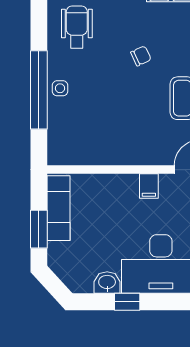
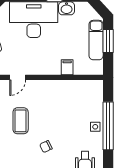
filing cabinet: (149, 186) -> (67, 67), moved
exam couch: (59, 208) -> (96, 40), moved

